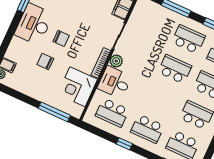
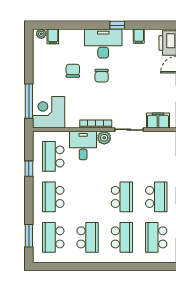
corner desk: (78, 87) -> (49, 112), moved
window: (124, 144) -> (29, 169), moved

